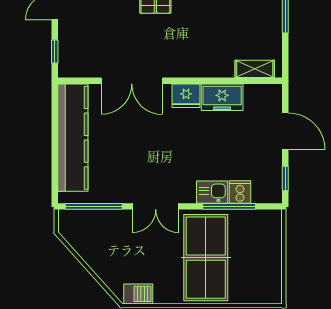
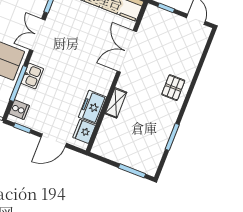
shelving: (255, 69) -> (116, 103), moved
fridge: (186, 96) -> (84, 131), moved
cooker: (240, 192) -> (19, 110), moved

